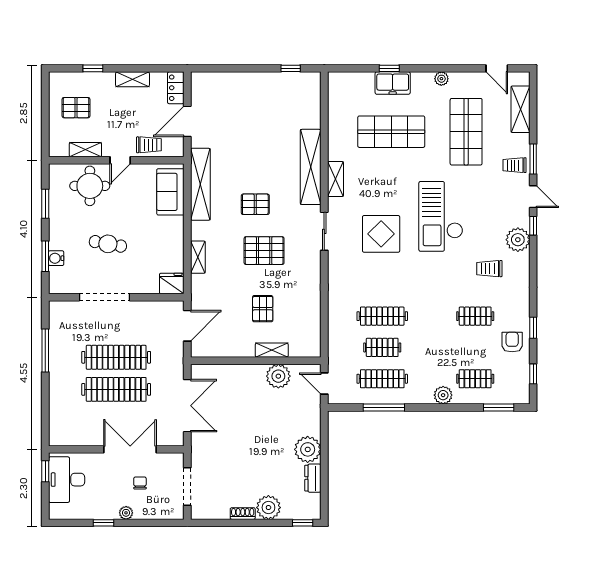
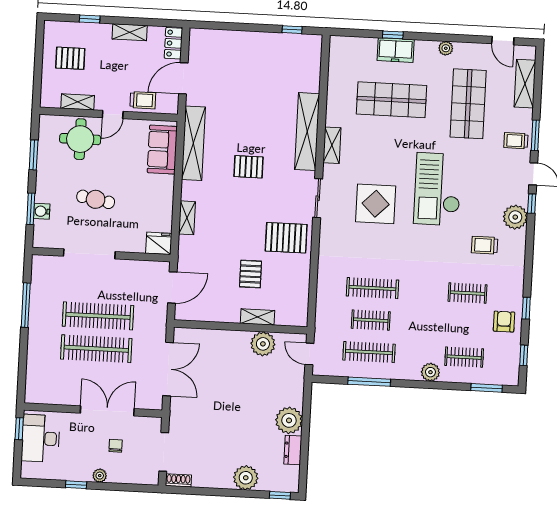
pallet: (264, 251) -> (286, 238), moved
shoe rack: (243, 514) -> (178, 480), moved

